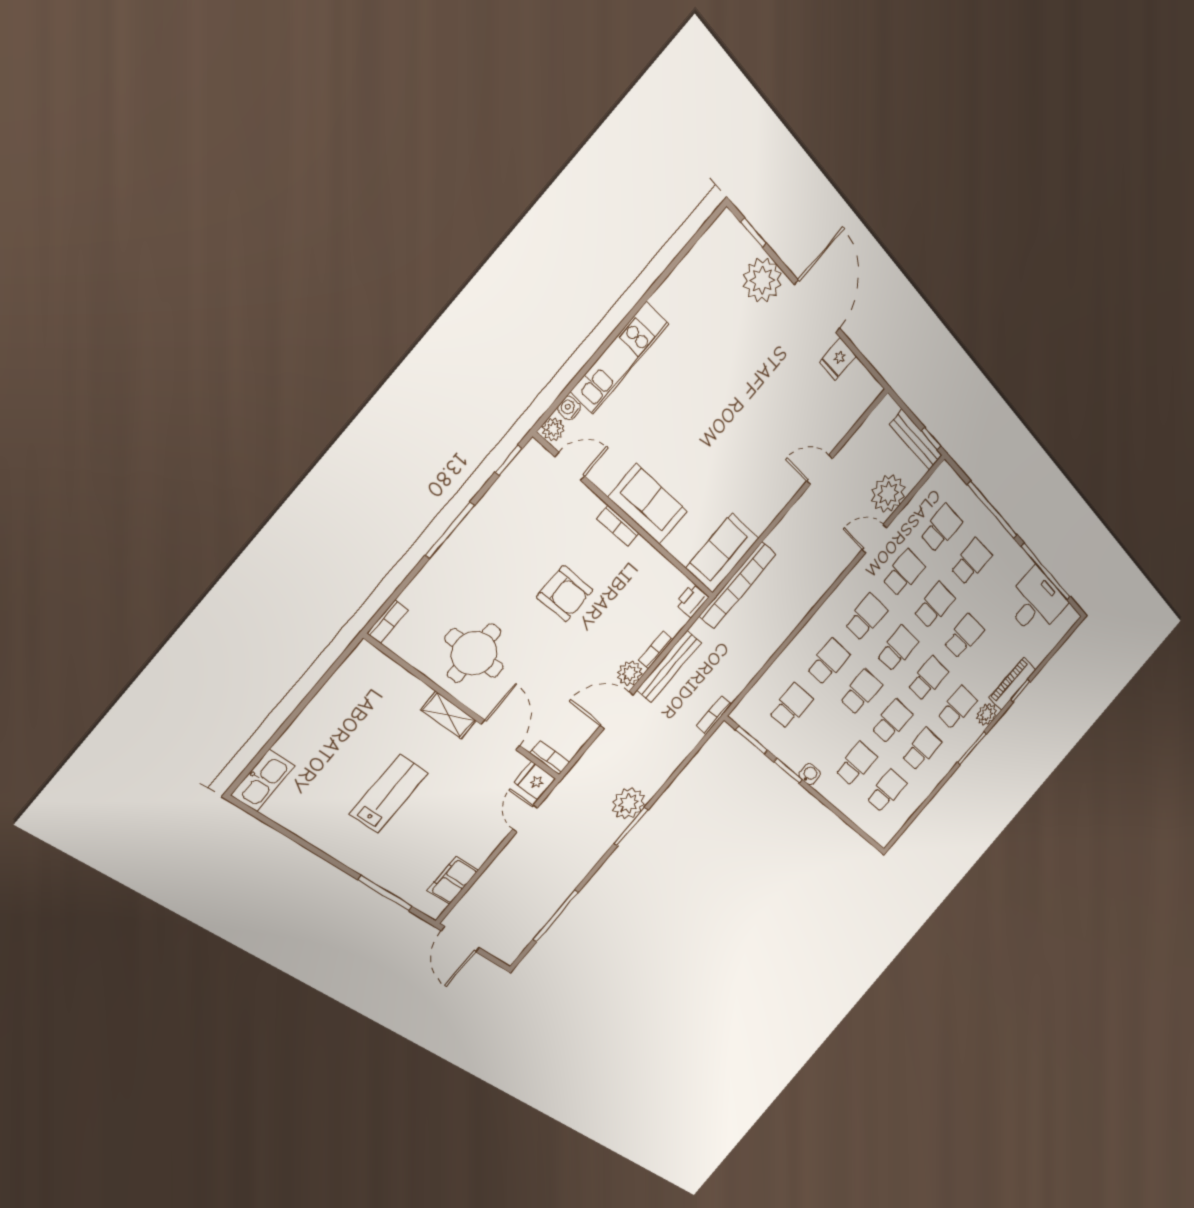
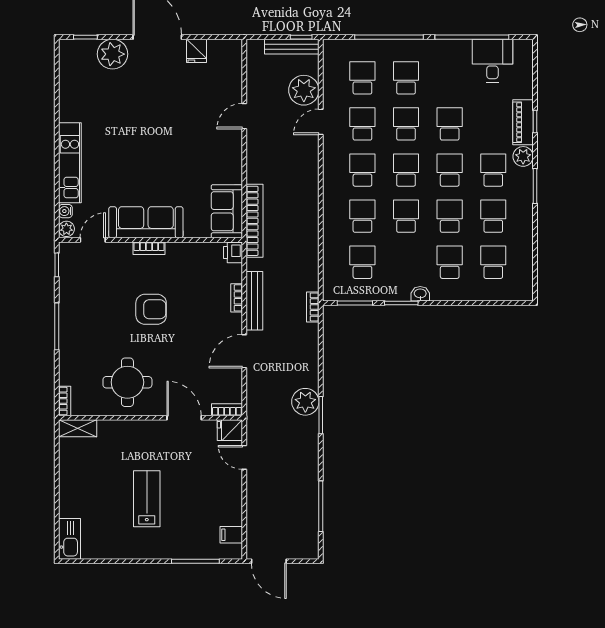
sofa: (648, 504) -> (146, 222), width x1.36
desk: (1036, 603) -> (492, 61), width x0.73
plant: (630, 673) -> (232, 324), removed
shelving: (449, 715) -> (78, 428), moved
filing cabinet: (453, 880) -> (231, 535), width x0.50

